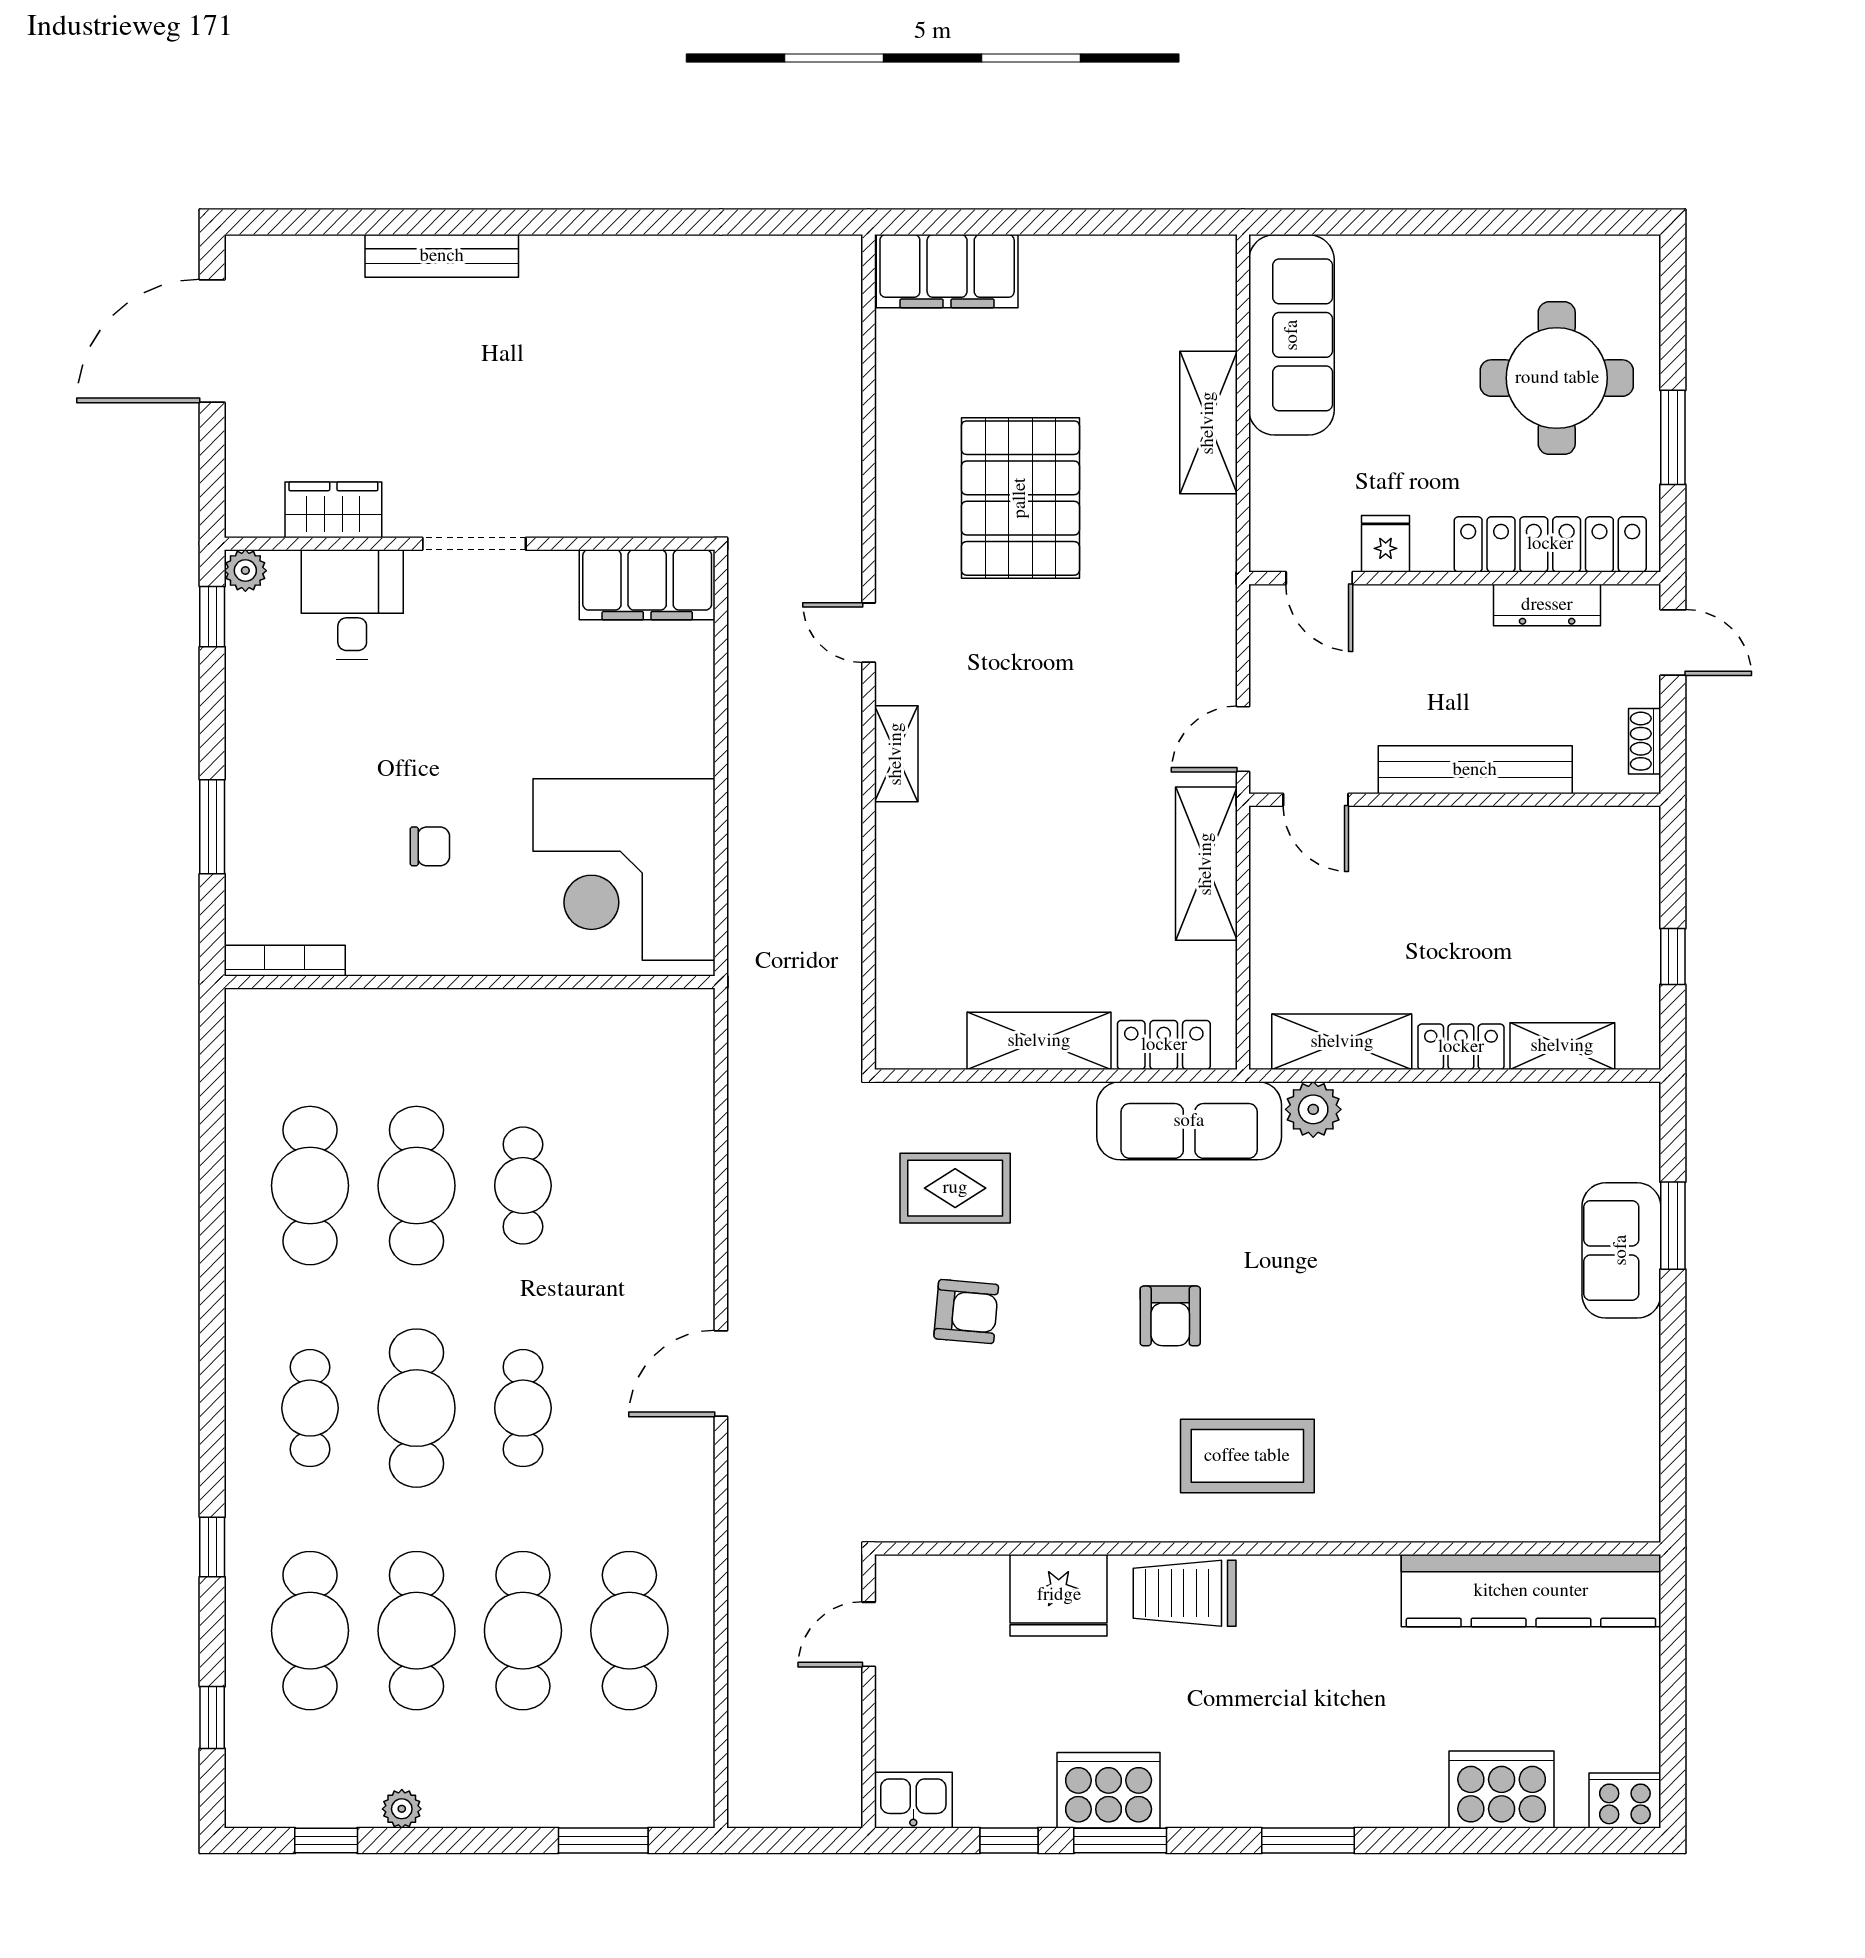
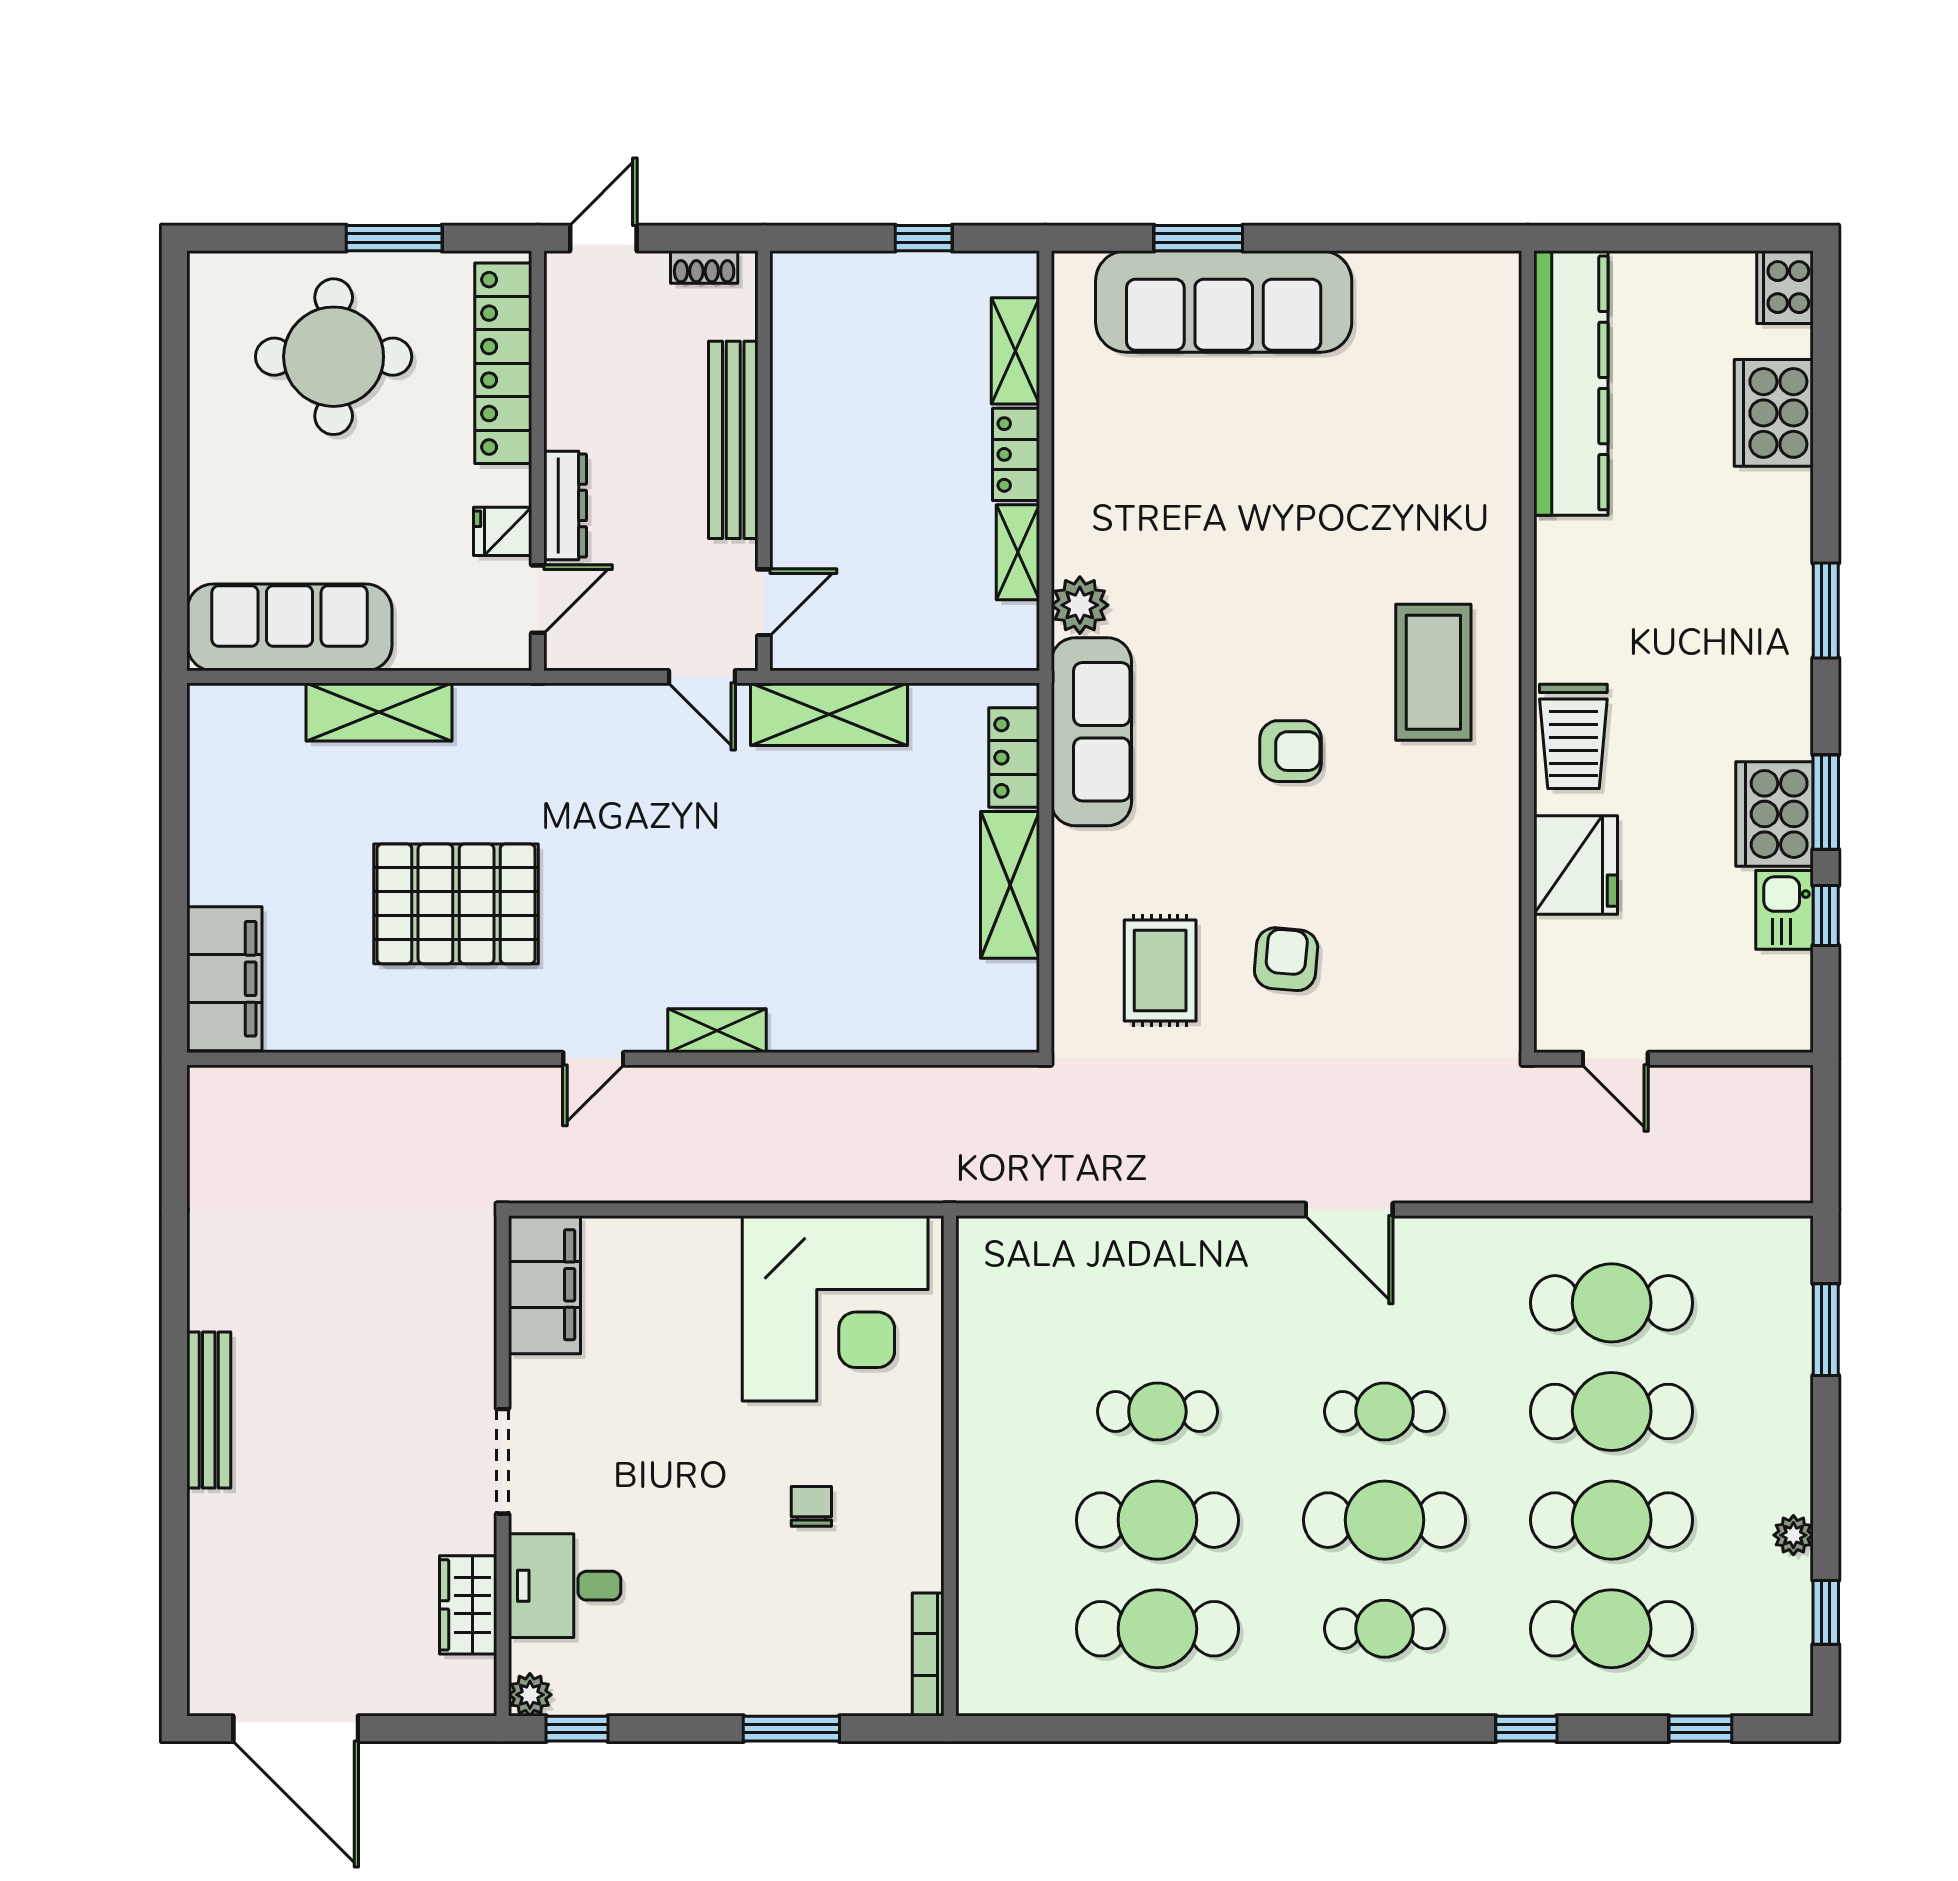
bench: (442, 256) -> (209, 1410), moved
dresser: (1547, 605) -> (565, 505), moved
shelving: (1342, 1042) -> (1018, 552), width x0.67, depth x0.75
sofa: (1621, 1250) -> (1224, 302), width x1.85, depth x1.27
kitchen sink: (913, 1800) -> (1785, 910), moved

